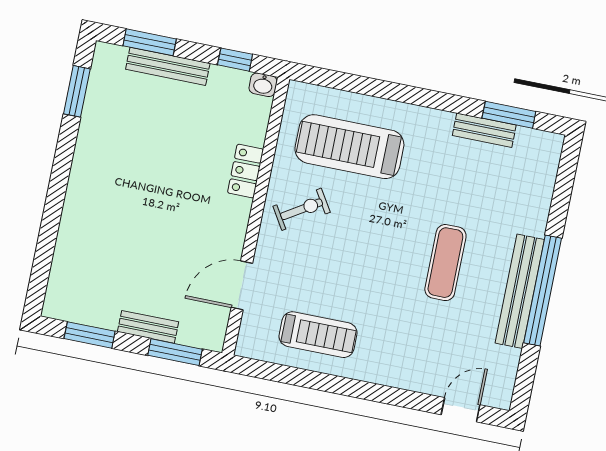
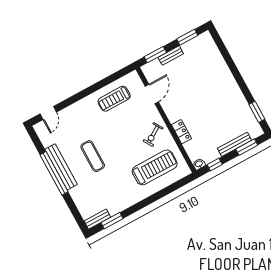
bench: (484, 130) -> (97, 219), moved

